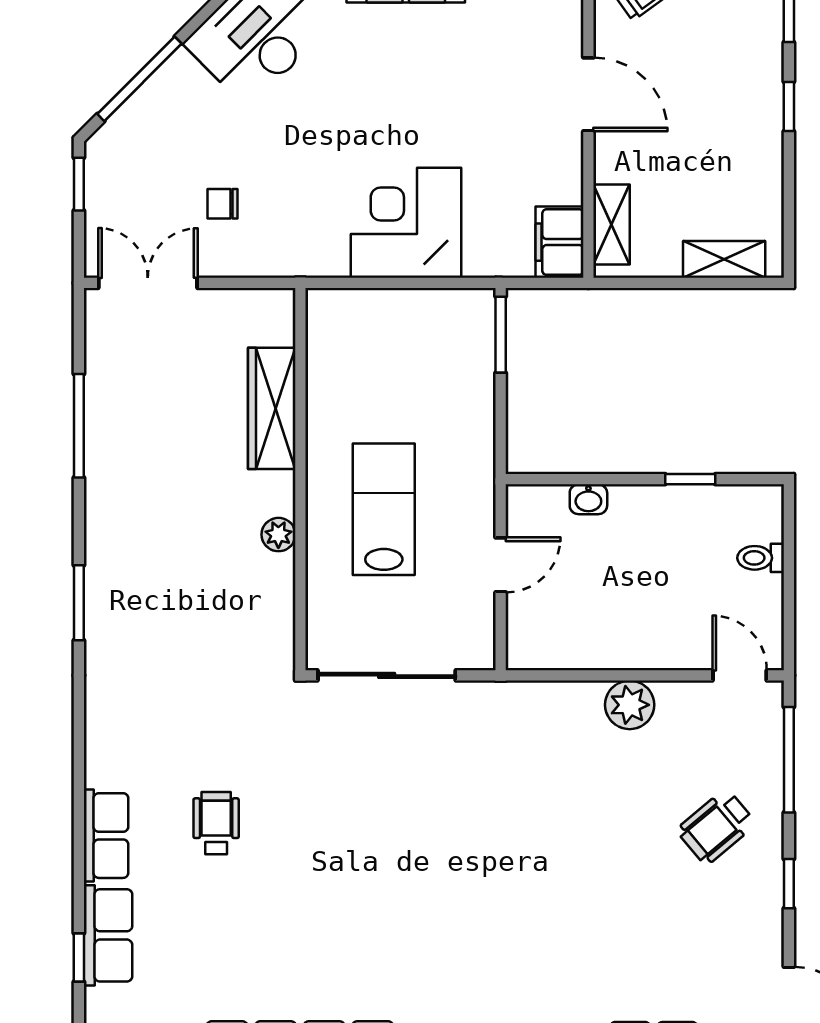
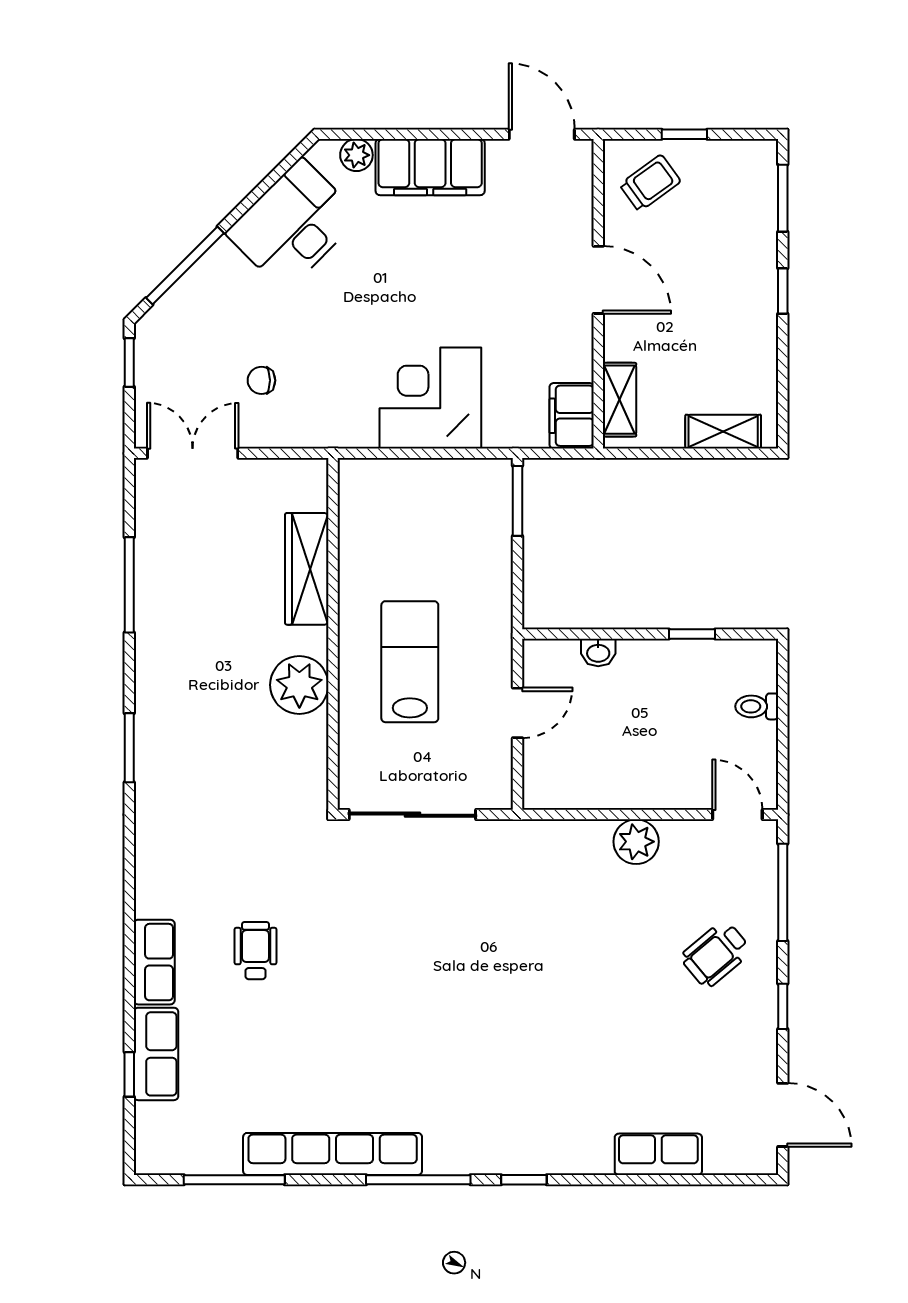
plant: (278, 535) -> (299, 685), width x1.87, depth x1.87

